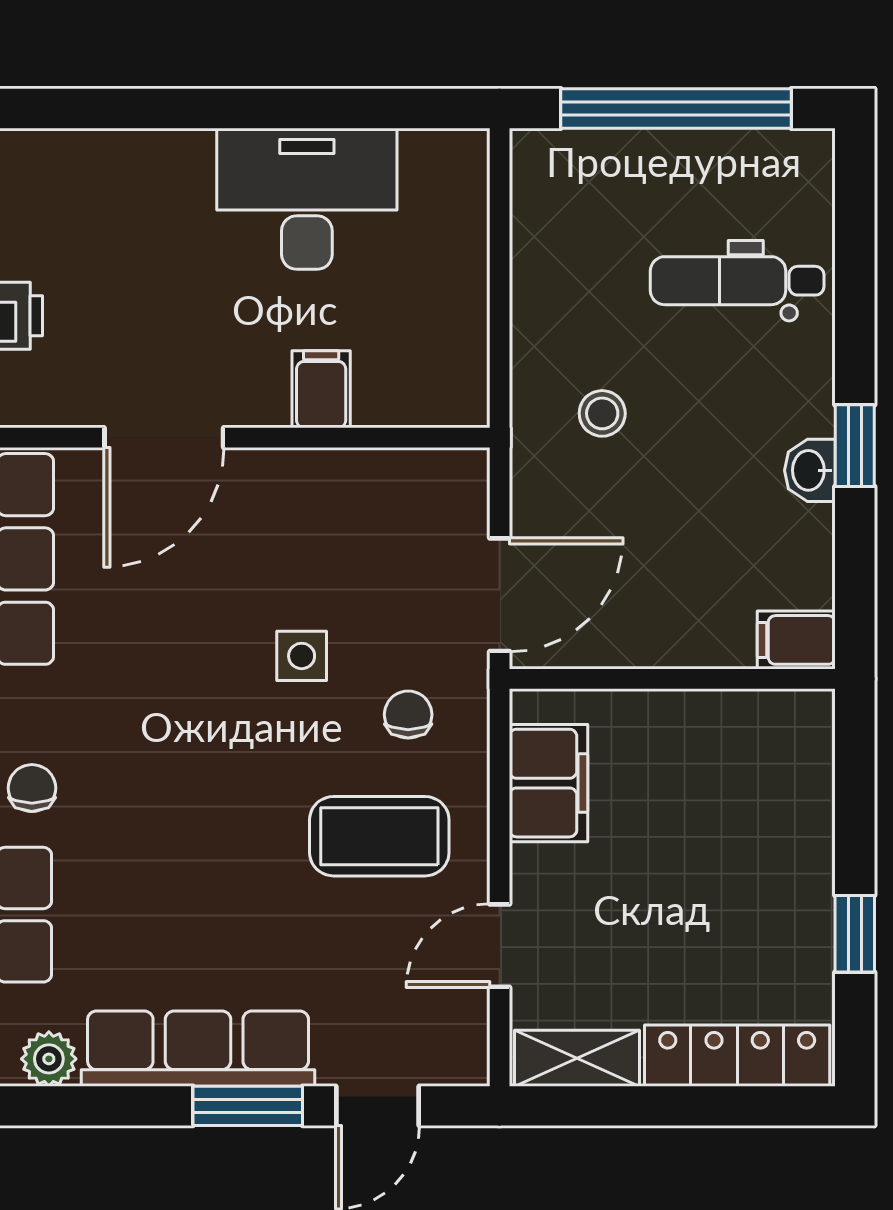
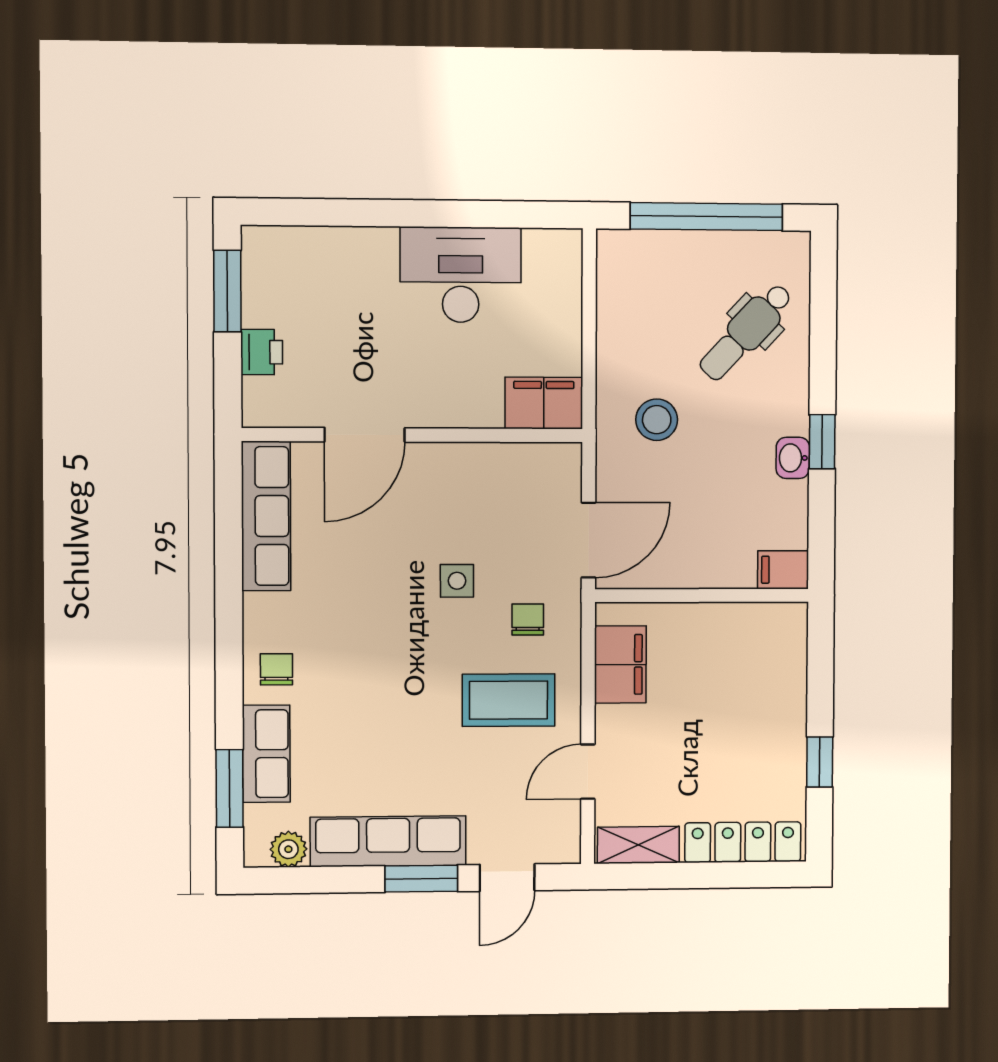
dental chair: (737, 281) -> (746, 332), turned -47
filing cabinet: (321, 389) -> (544, 403), moved, width x2.00
stool: (602, 413) -> (657, 420), width x1.37, depth x1.37

